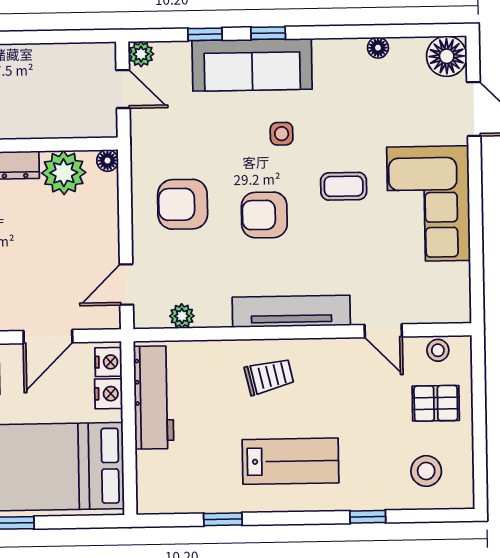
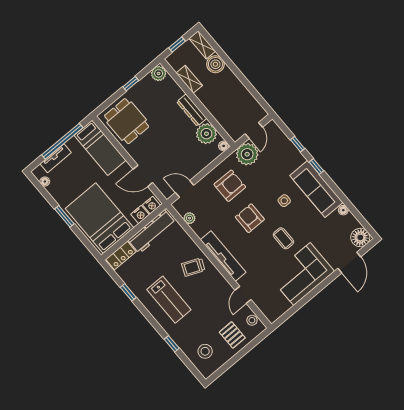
plant: (141, 54) -> (247, 154), moved, width x1.87, depth x1.87
sofa: (252, 65) -> (316, 189), moved
armchair: (183, 204) -> (230, 186), turned 90
trolley: (269, 376) -> (193, 267), turned 126
locker: (151, 482) -> (121, 255), added

